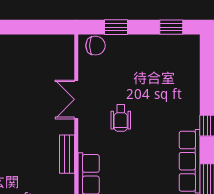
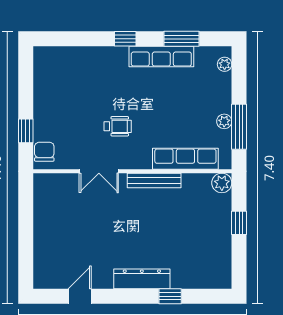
window: (171, 27) -> (26, 75), removed
bench: (67, 154) -> (154, 180), width x1.36

